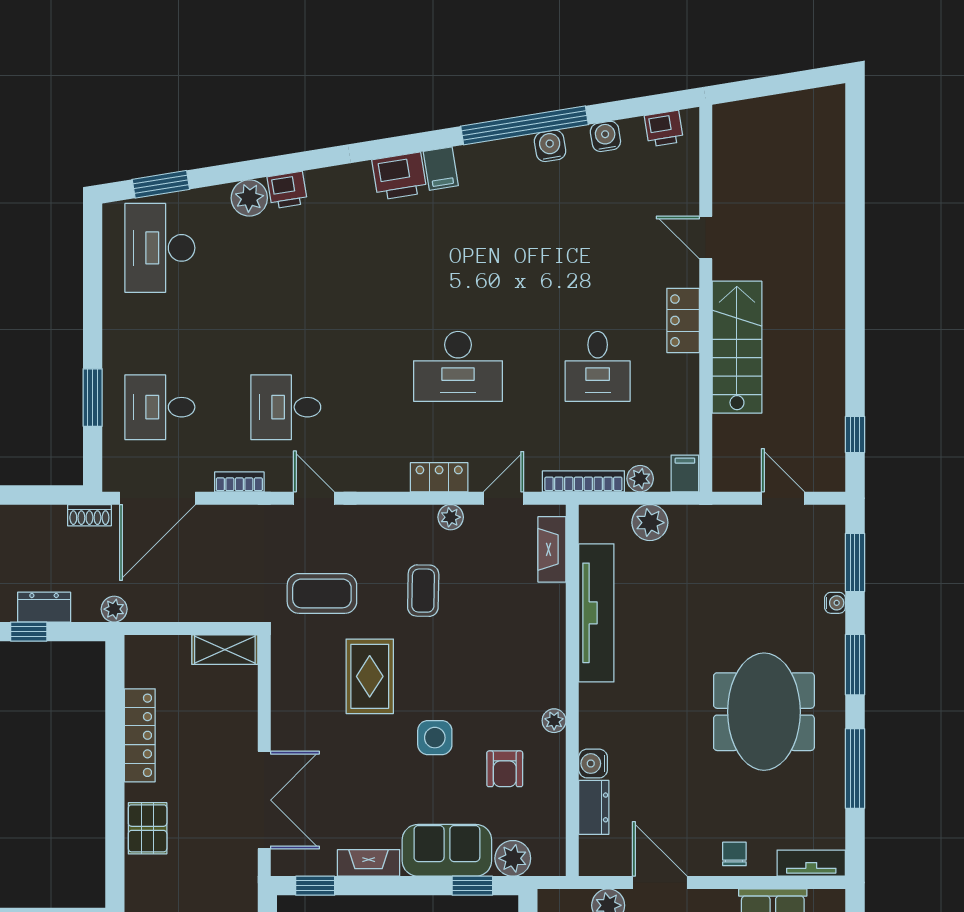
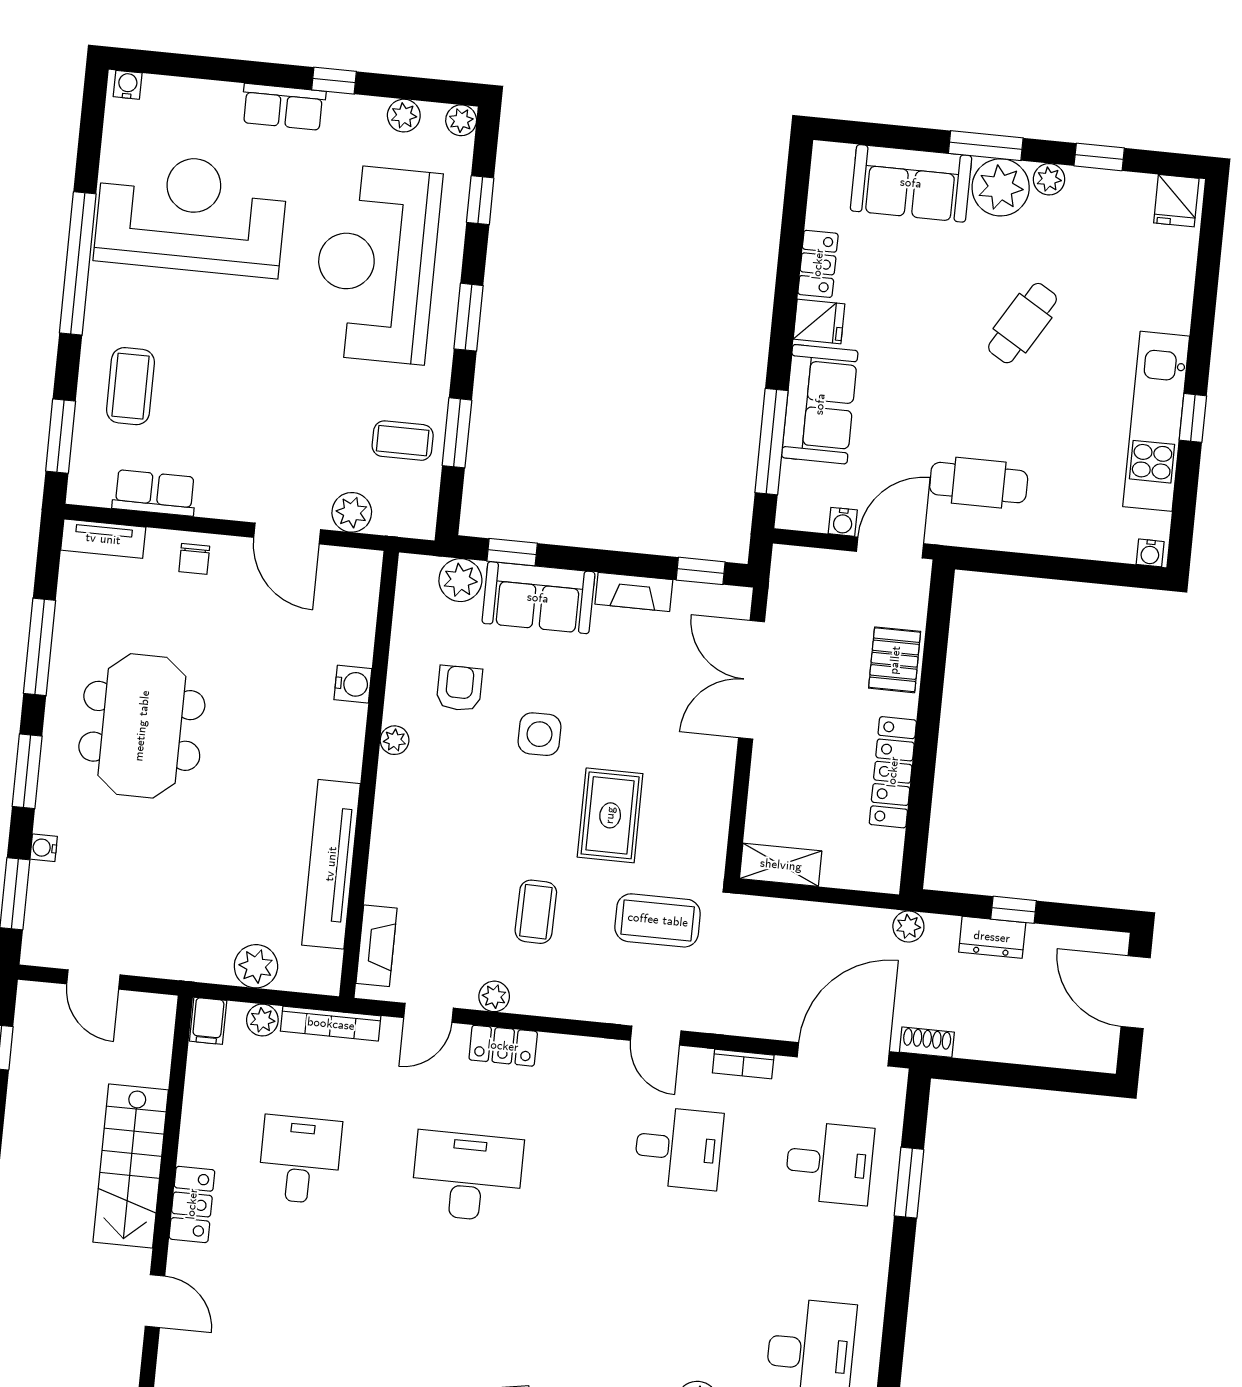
dresser: (594, 807) -> (357, 631), removed

